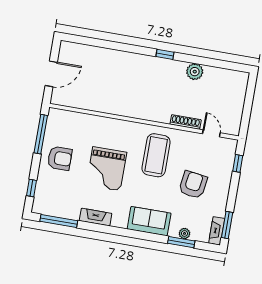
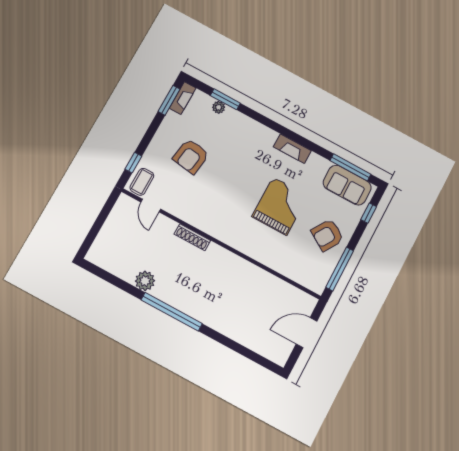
window: (165, 54) -> (172, 312), width x3.17
shoe rack: (186, 122) -> (192, 237), moved
coffee table: (156, 155) -> (142, 182), moved, width x0.54, depth x0.58
armchair: (60, 158) -> (327, 235), turned -58
fireplace: (96, 217) -> (292, 149), moved
sofa: (149, 221) -> (347, 185), moved

